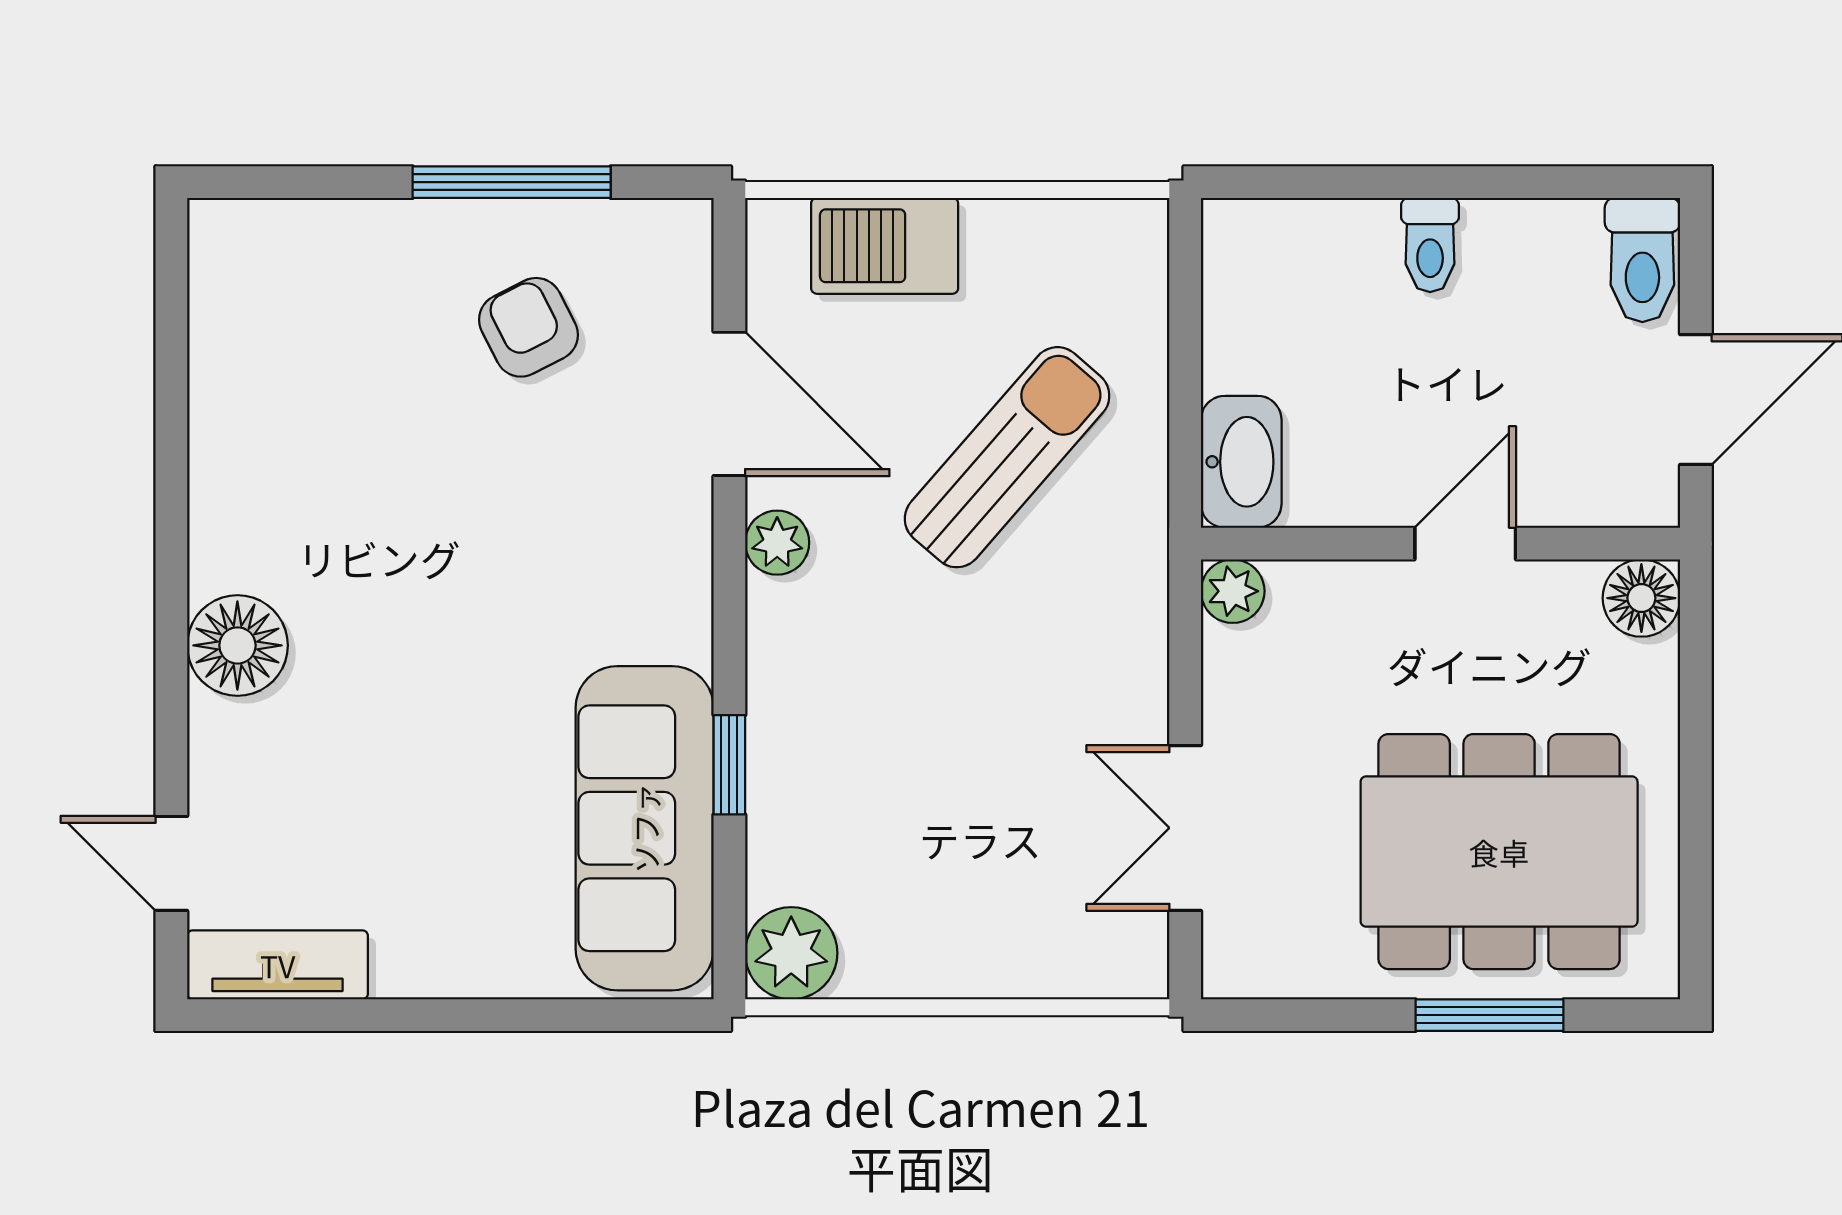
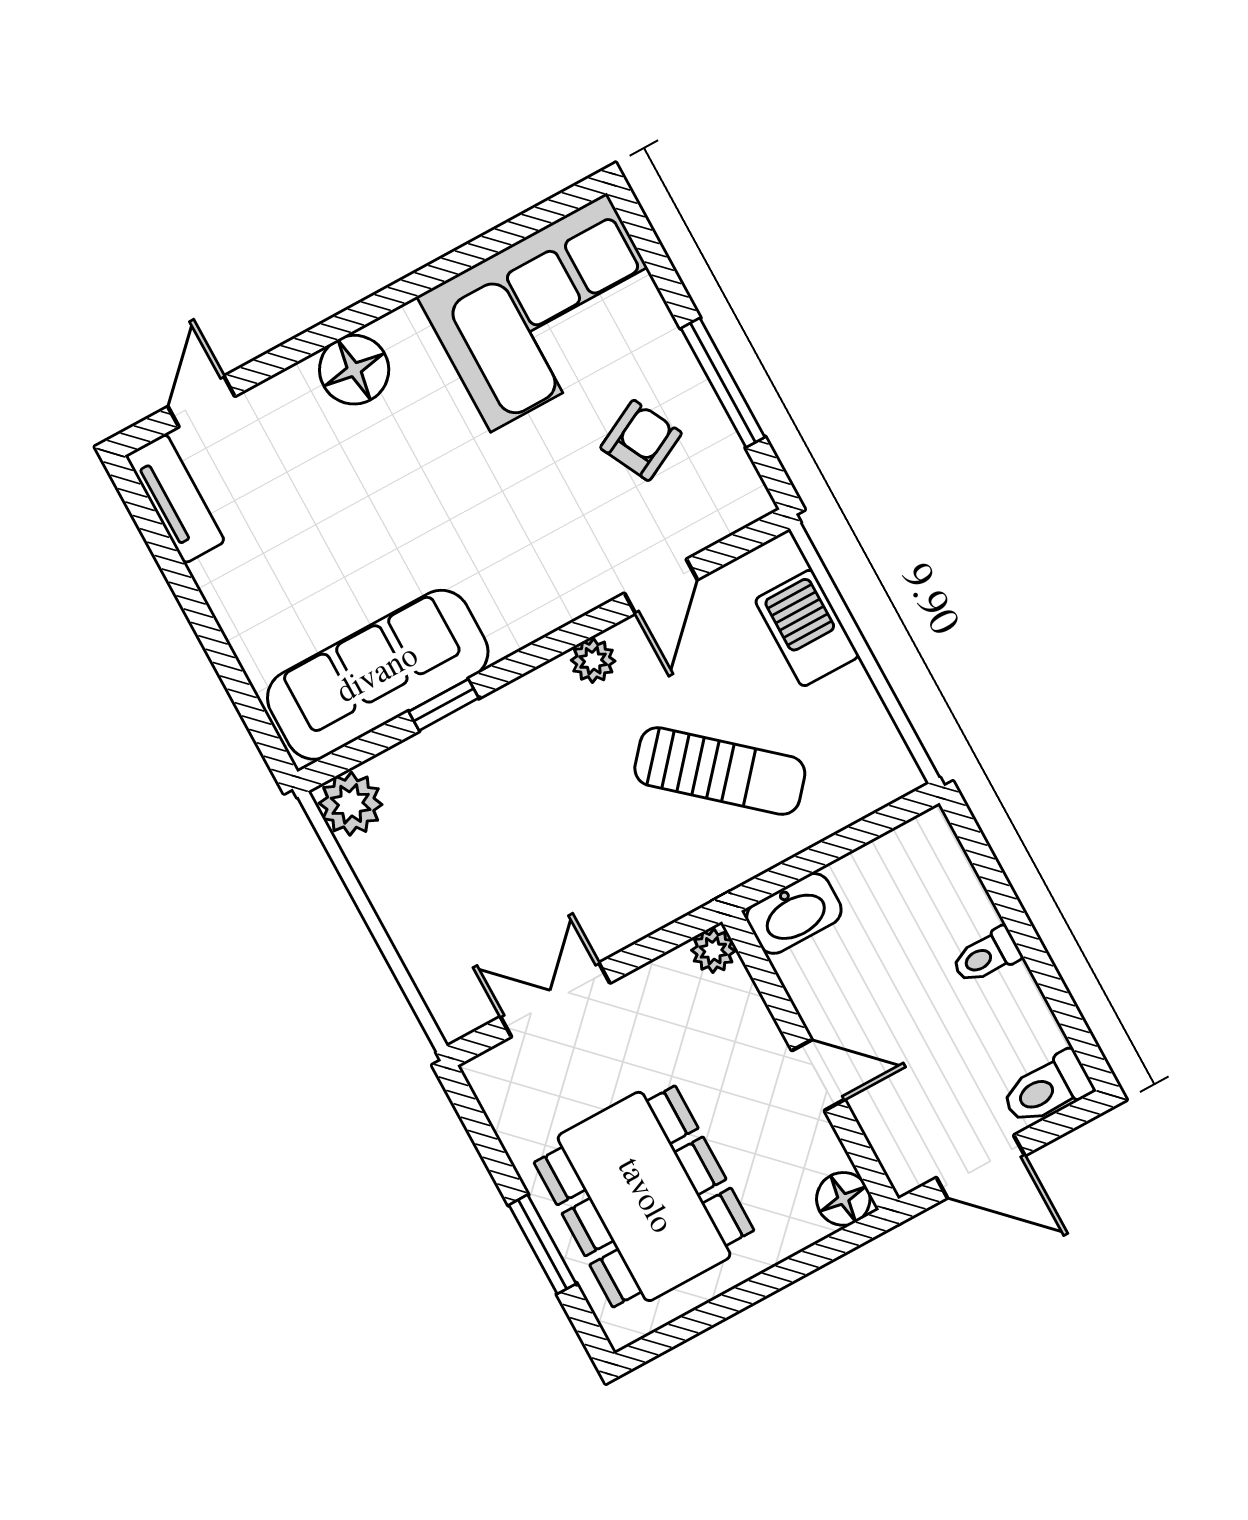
corner sofa: (300, 356) -> (549, 312), added
door: (729, 404) -> (661, 586), width x0.73

